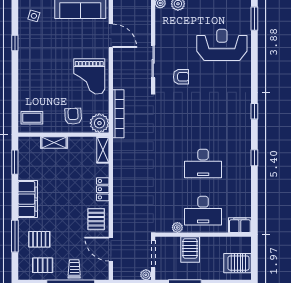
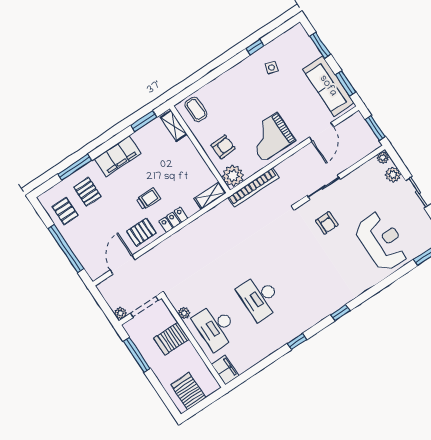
side table: (34, 16) -> (272, 68), moved
shelving: (54, 142) -> (174, 126), moved
trolley: (74, 269) -> (148, 199), moved

